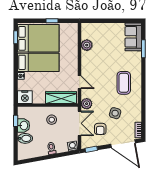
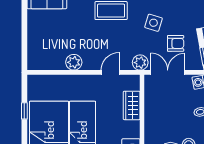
plant: (87, 45) -> (74, 62), moved
wardrobe: (61, 98) -> (132, 105), width x0.67
stool: (52, 120) -> (163, 111), removed

